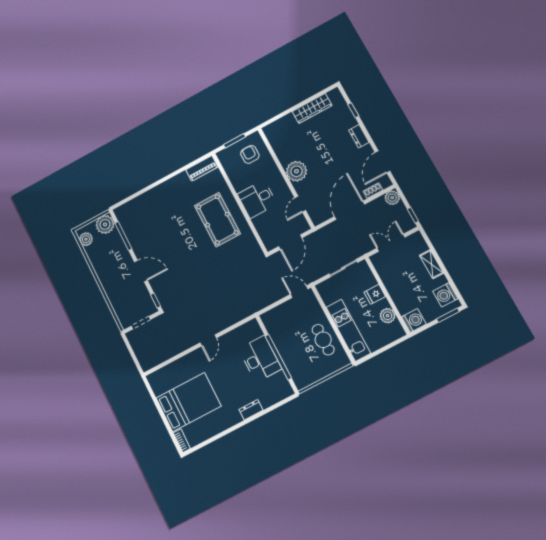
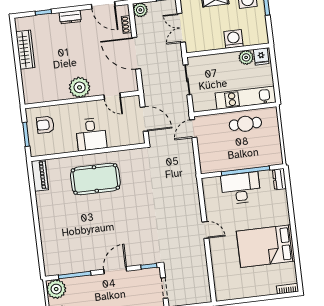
fridge: (375, 294) -> (261, 56), moved
washing machine: (414, 320) -> (234, 39), moved
bed: (189, 402) -> (266, 246), moved, turned -90
dresser: (251, 410) -> (279, 179), moved

